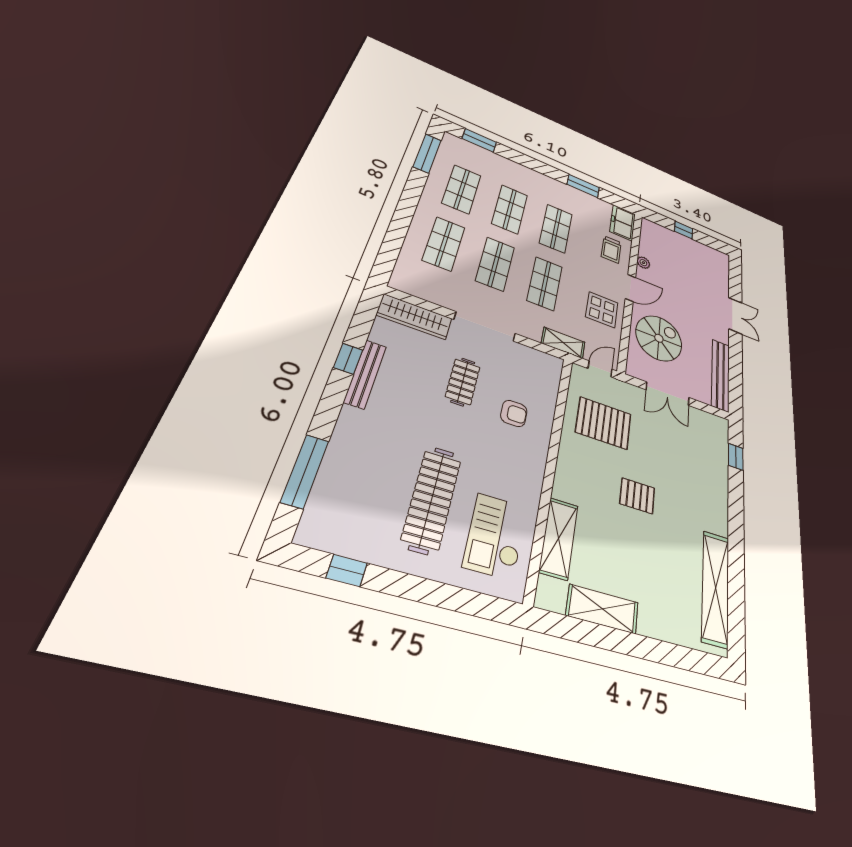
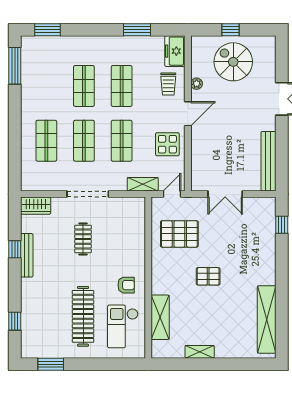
shop shelf: (462, 189) -> (46, 86), removed
wardrobe: (415, 317) -> (36, 206), width x0.67
spiral stairs: (659, 338) -> (233, 62), moved, turned -90
armchair: (514, 413) -> (126, 285), moved
window: (305, 471) -> (15, 321), width x0.46
window: (347, 570) -> (51, 364), width x1.50
shelving: (602, 609) -> (200, 352), width x0.67, depth x0.75

